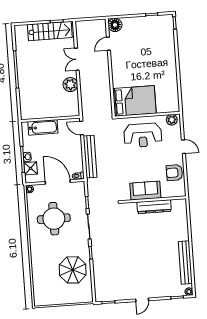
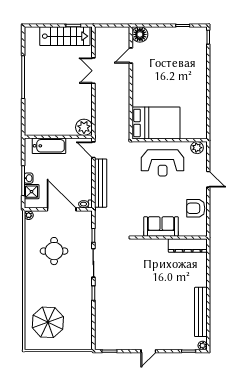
plant: (70, 85) -> (84, 127), moved
dresser: (154, 207) -> (188, 246), moved
round table: (54, 219) -> (54, 251), width x0.73, depth x0.73
parasol: (73, 270) -> (48, 322), moved

